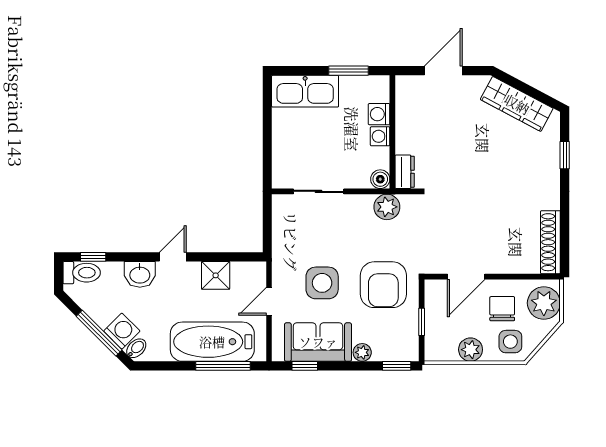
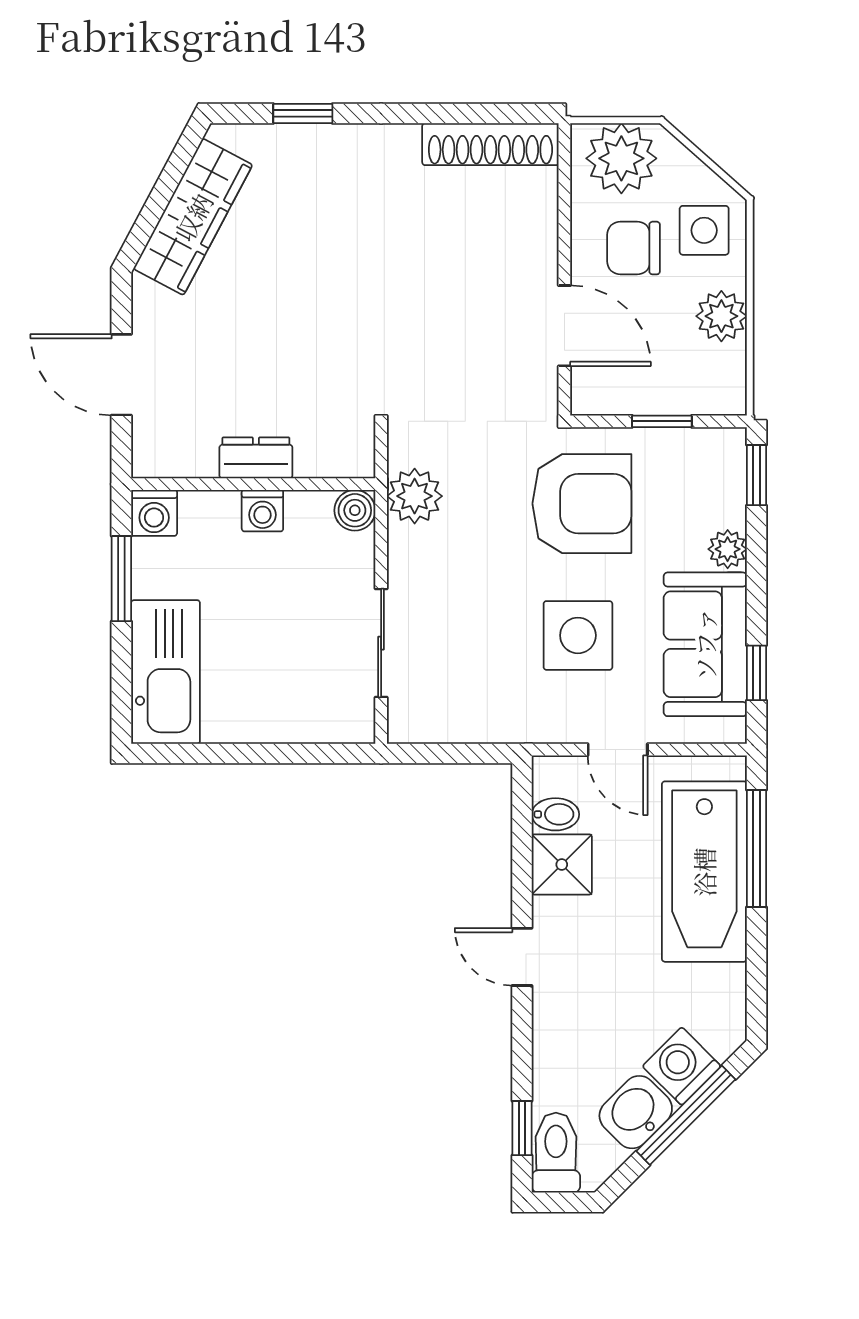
washing machine: (379, 114) -> (154, 513), moved
dresser: (405, 172) -> (256, 458), moved
washbasin: (140, 274) -> (636, 1112), moved, turned -135
bidet: (136, 348) -> (555, 814), moved, turned 135

